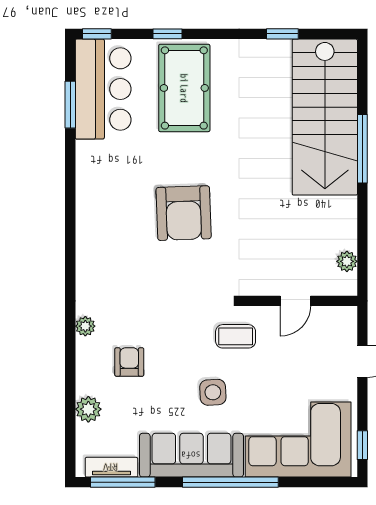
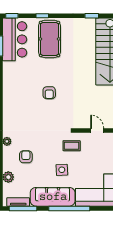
armchair: (184, 213) -> (49, 93), width x0.53, depth x0.53
door: (295, 301) -> (97, 130), swing flipped

